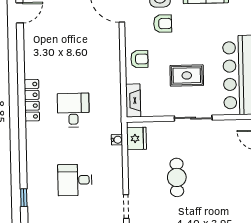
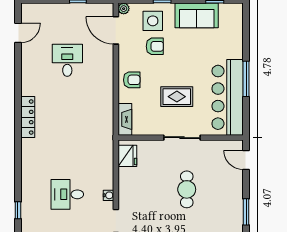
desk: (73, 110) -> (67, 60), moved
water cooler: (117, 140) -> (108, 195), moved
cafe table: (177, 177) -> (187, 189), moved

